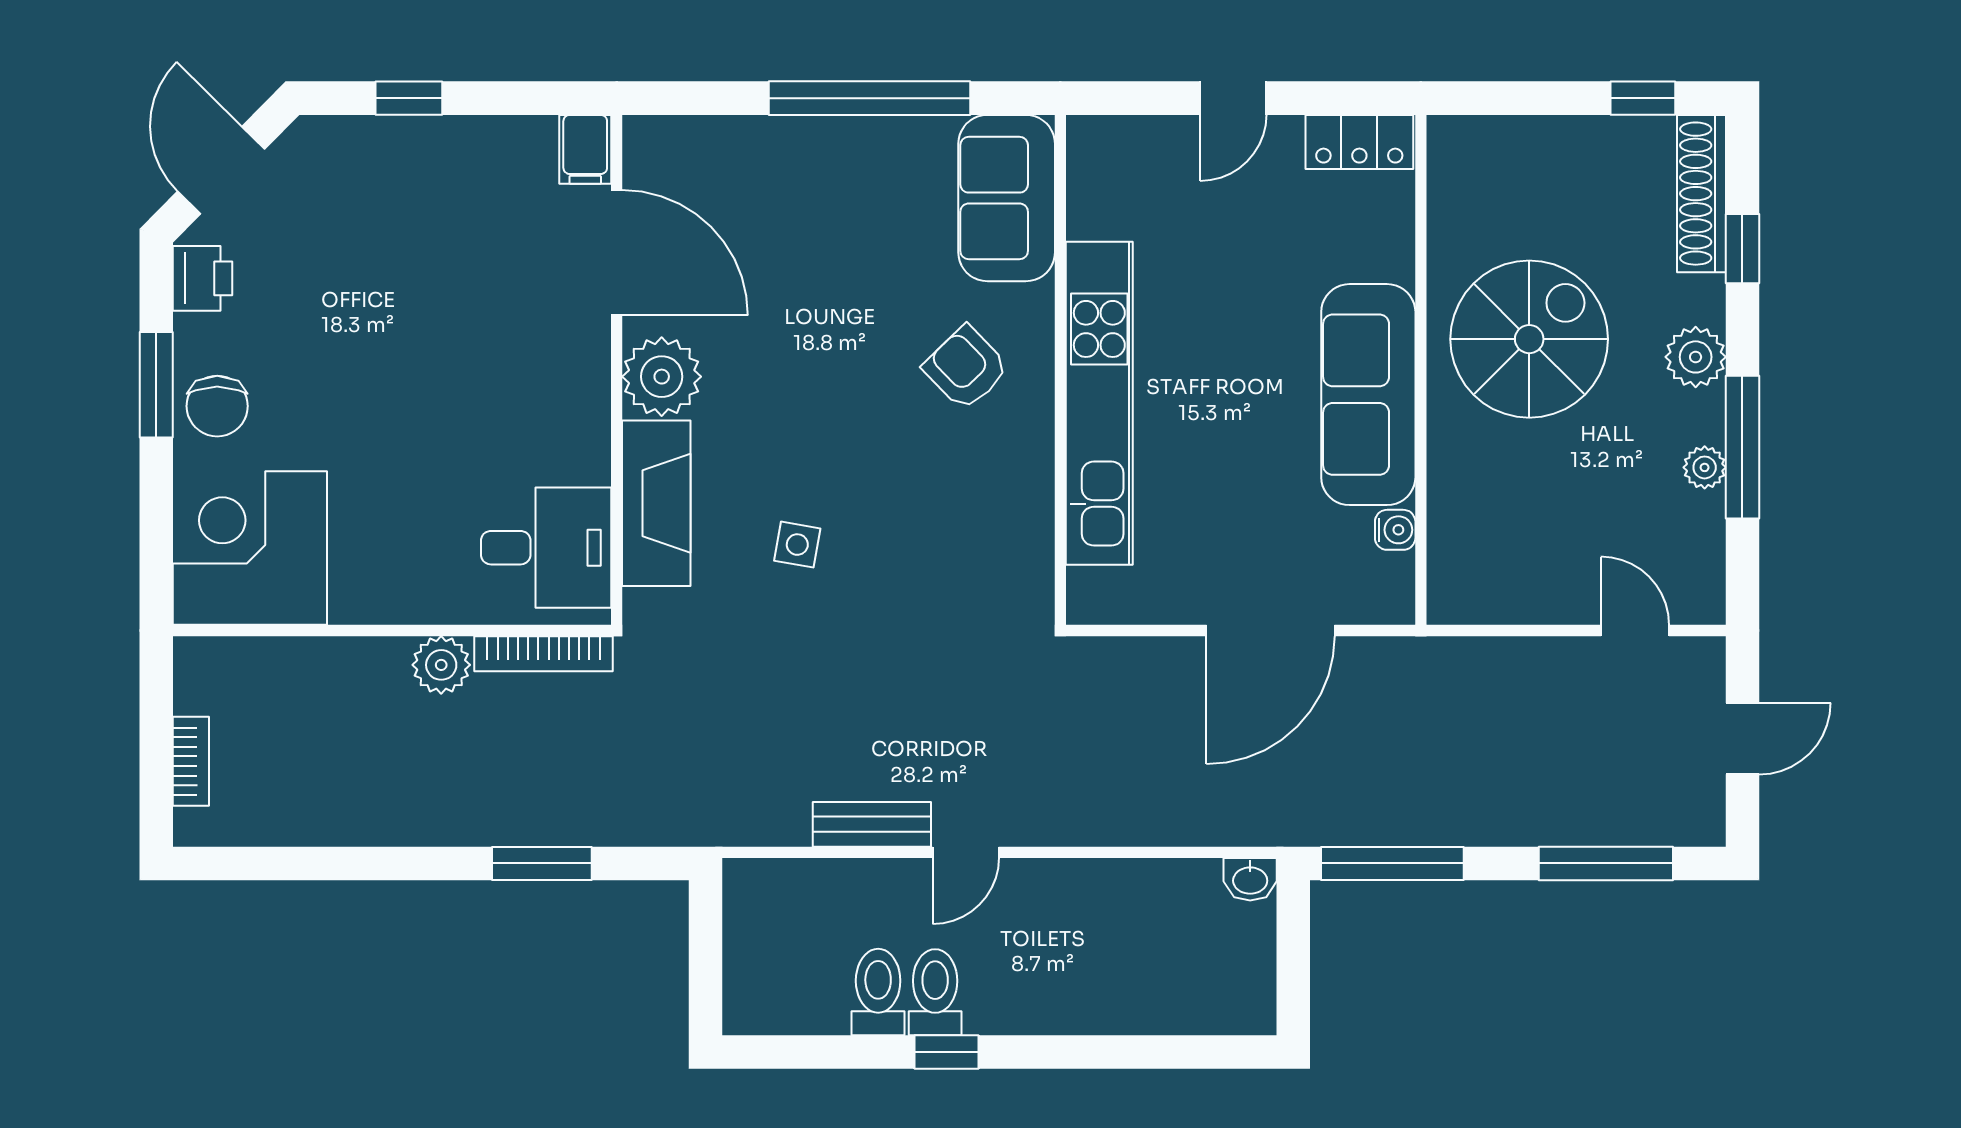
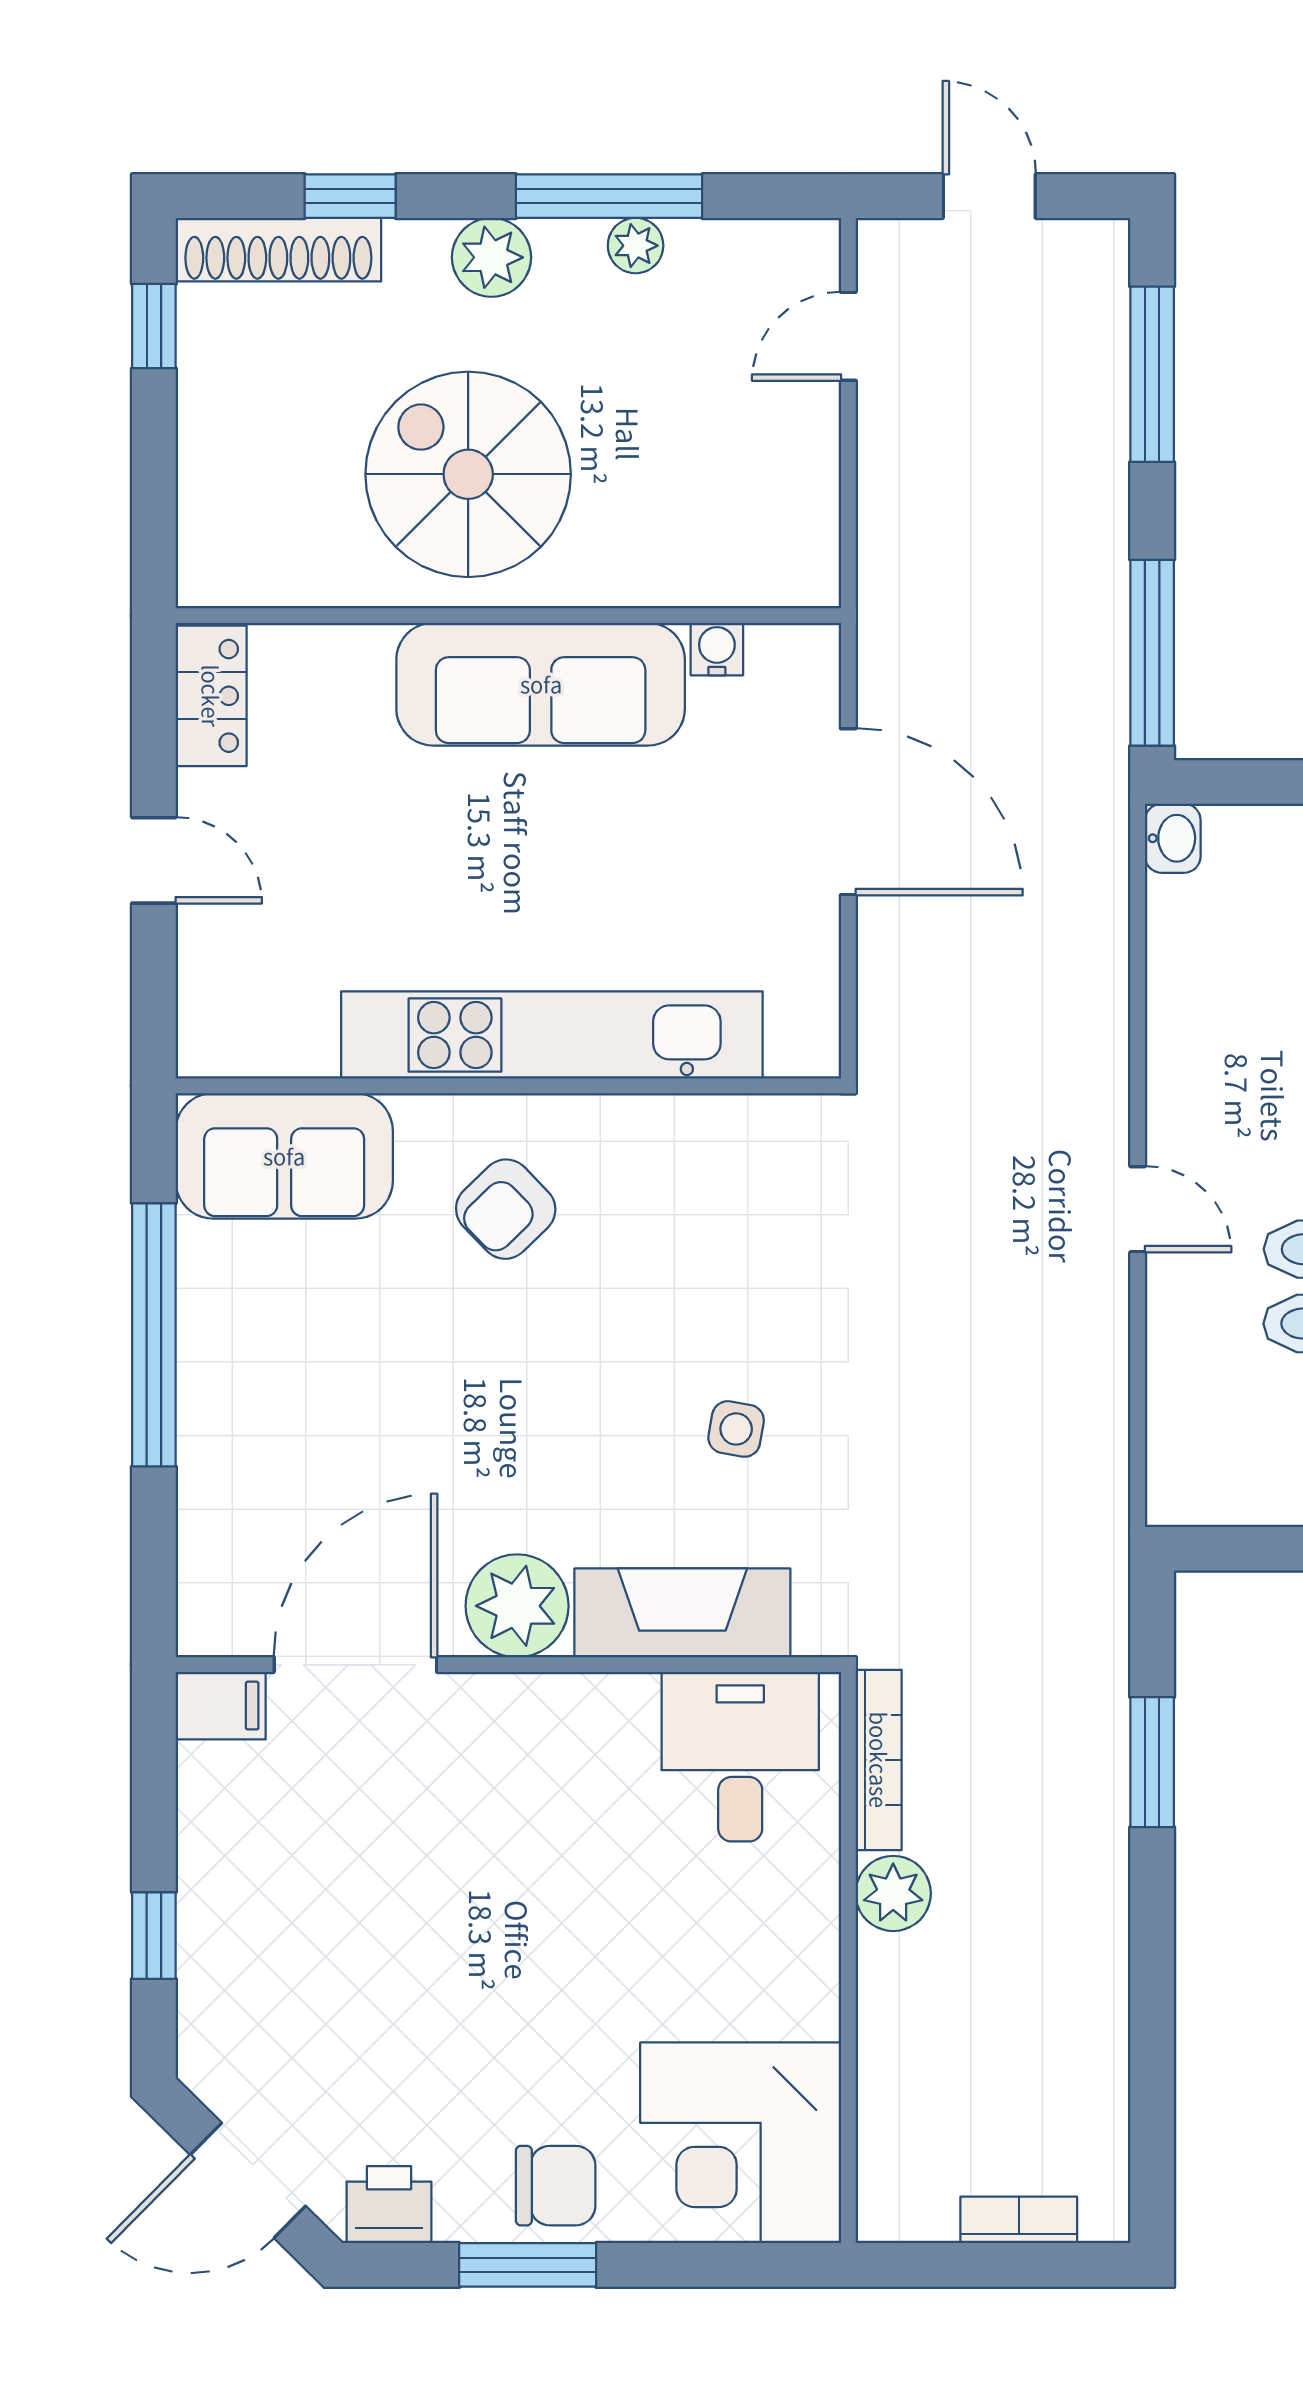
bench: (872, 824) -> (1101, 1332), removed

